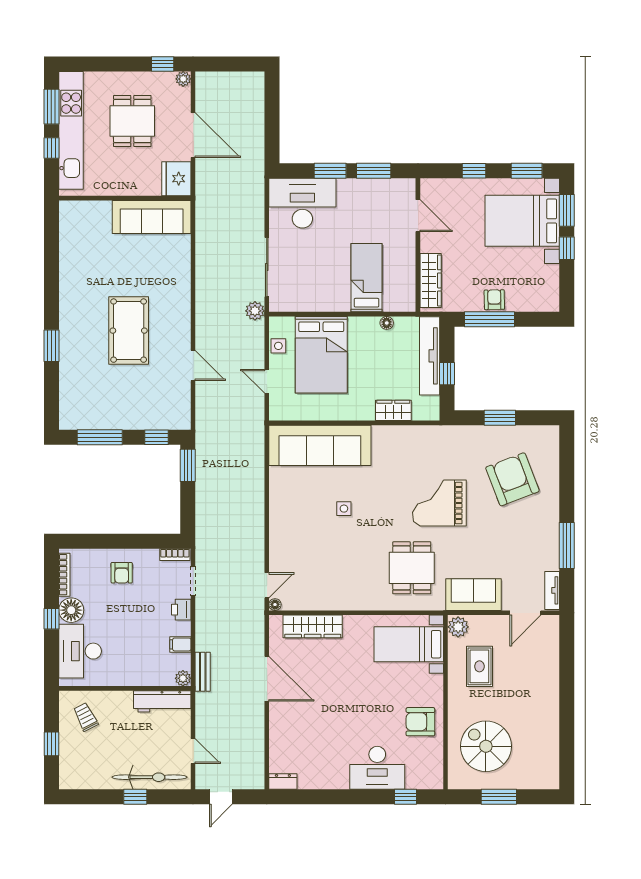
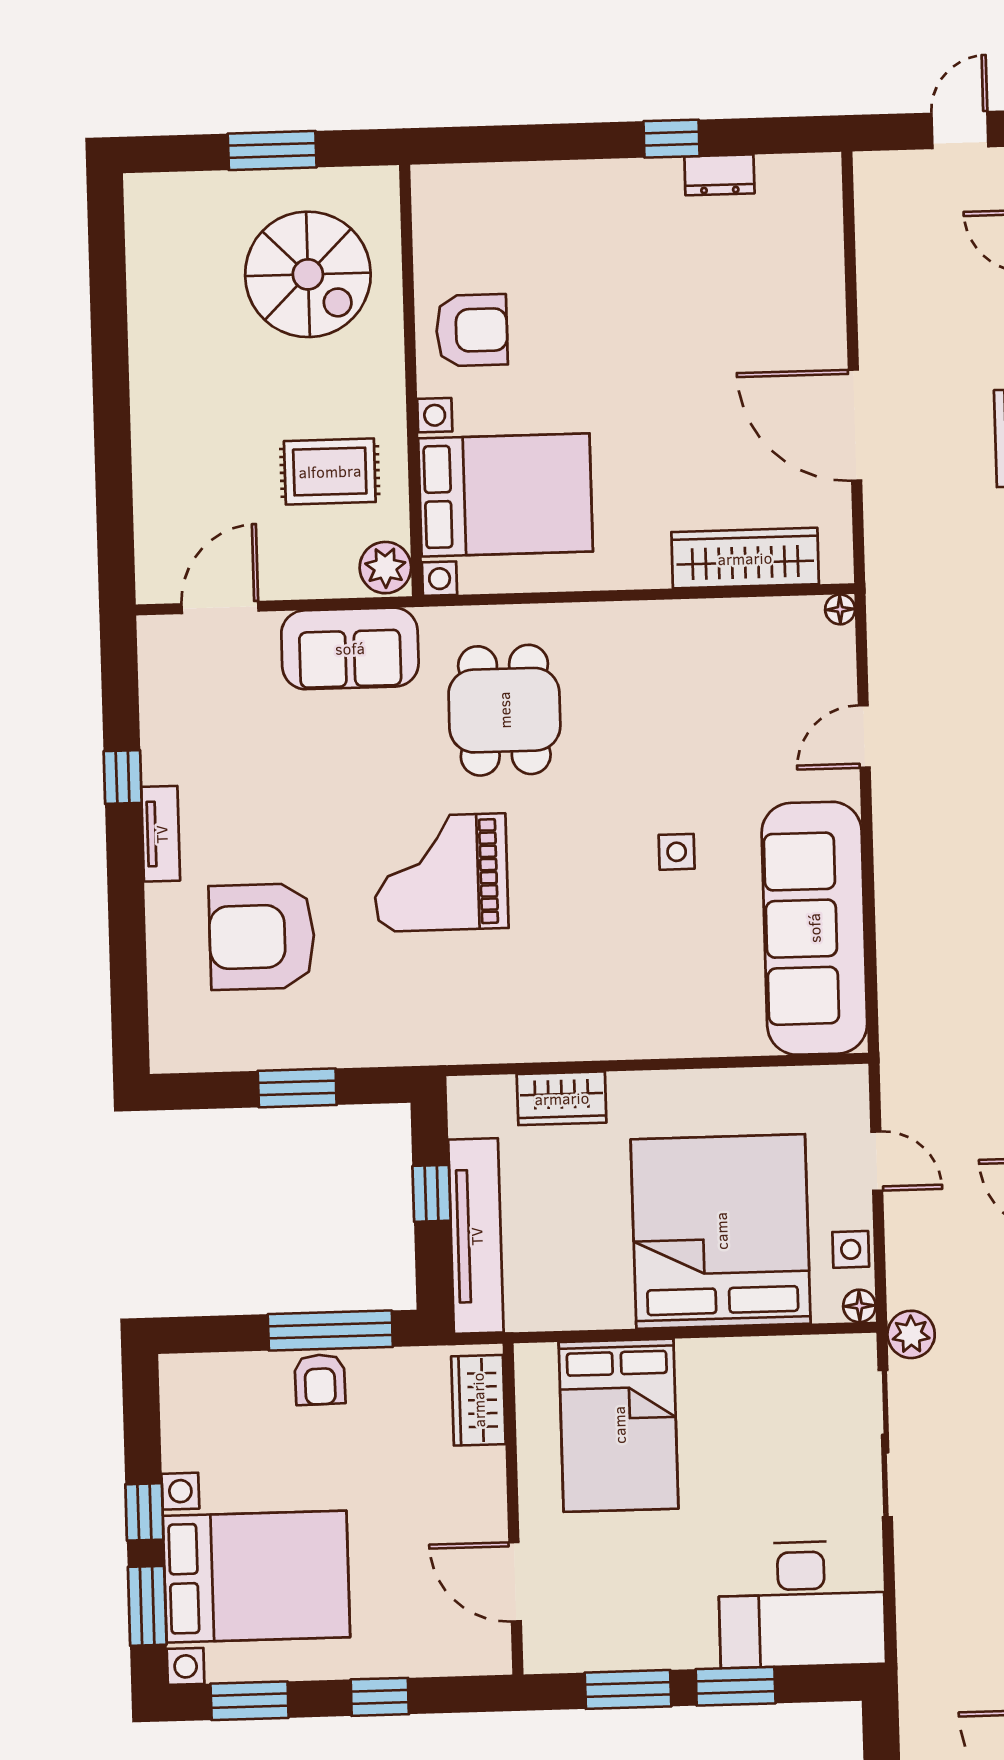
bed: (366, 278) -> (619, 1425), width x1.50
wardrobe: (431, 280) -> (478, 1400), width x0.67
floor lamp: (387, 323) -> (859, 1306), moved
bed: (321, 355) -> (721, 1231), width x1.36
sofa: (320, 445) -> (814, 928), moved, turned -90
armchair: (512, 479) -> (262, 937), turned 111
grand piano: (439, 503) -> (441, 873), turned 180
window: (567, 545) -> (123, 777), width x0.46
door: (267, 585) -> (864, 736), moved
tv unit: (552, 590) -> (161, 834), moved
bed with nightstands: (409, 644) -> (506, 495), width x1.36
rug: (479, 666) -> (330, 471), turned 90
desk: (377, 768) -> (575, 213), removed
dresser: (283, 782) -> (719, 175), moved
window: (406, 797) -> (672, 139), moved

